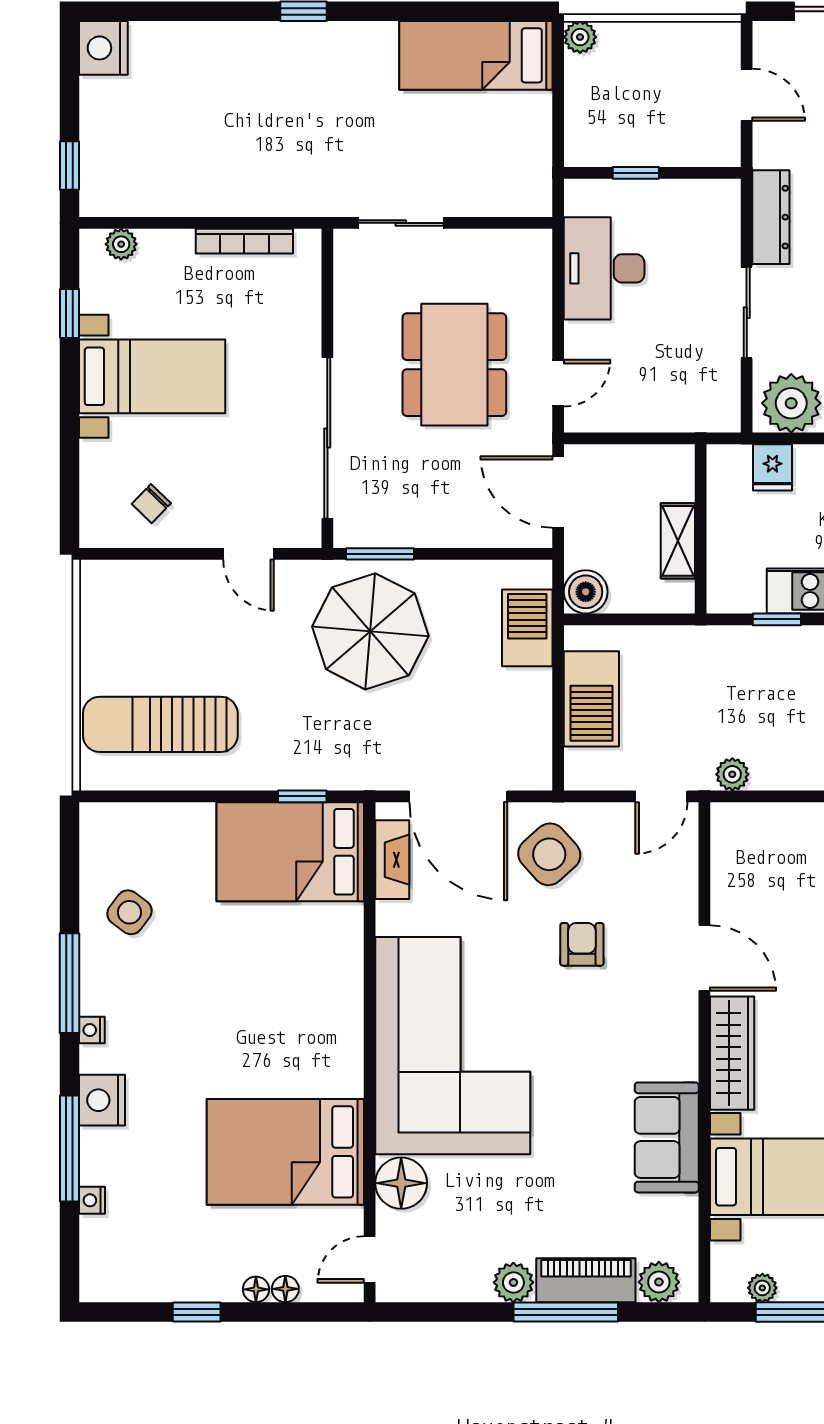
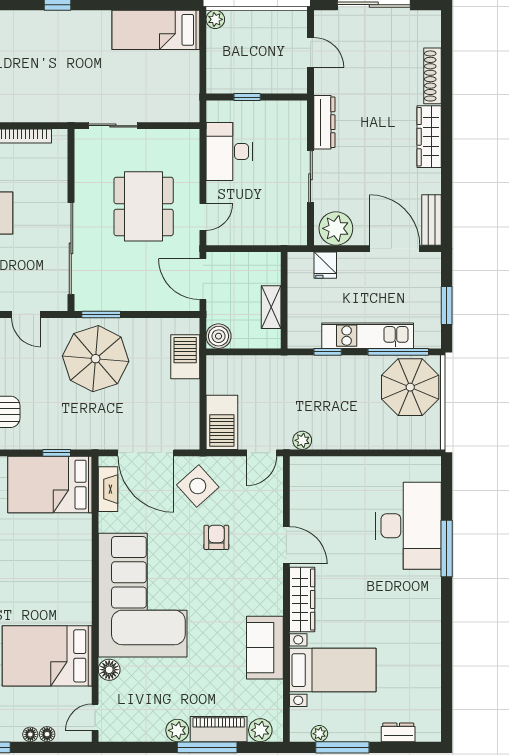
barbecue: (591, 699) -> (222, 422), moved
floor lamp: (401, 1183) -> (109, 670), width x0.73, depth x0.73

